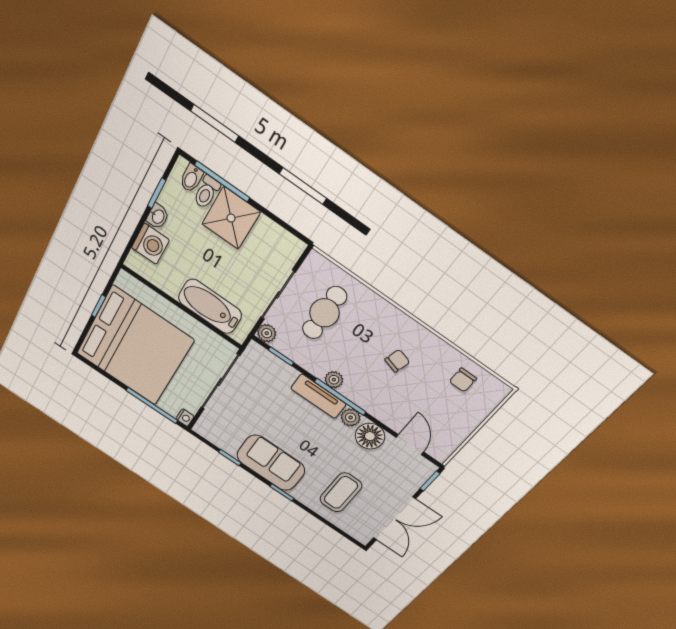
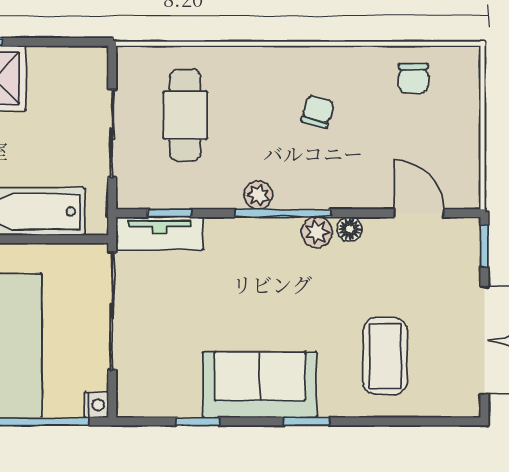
plant: (267, 333) -> (131, 195), removed
tv unit: (318, 396) -> (159, 233), moved
floor lamp: (370, 436) -> (350, 229), width x0.53, depth x0.53

